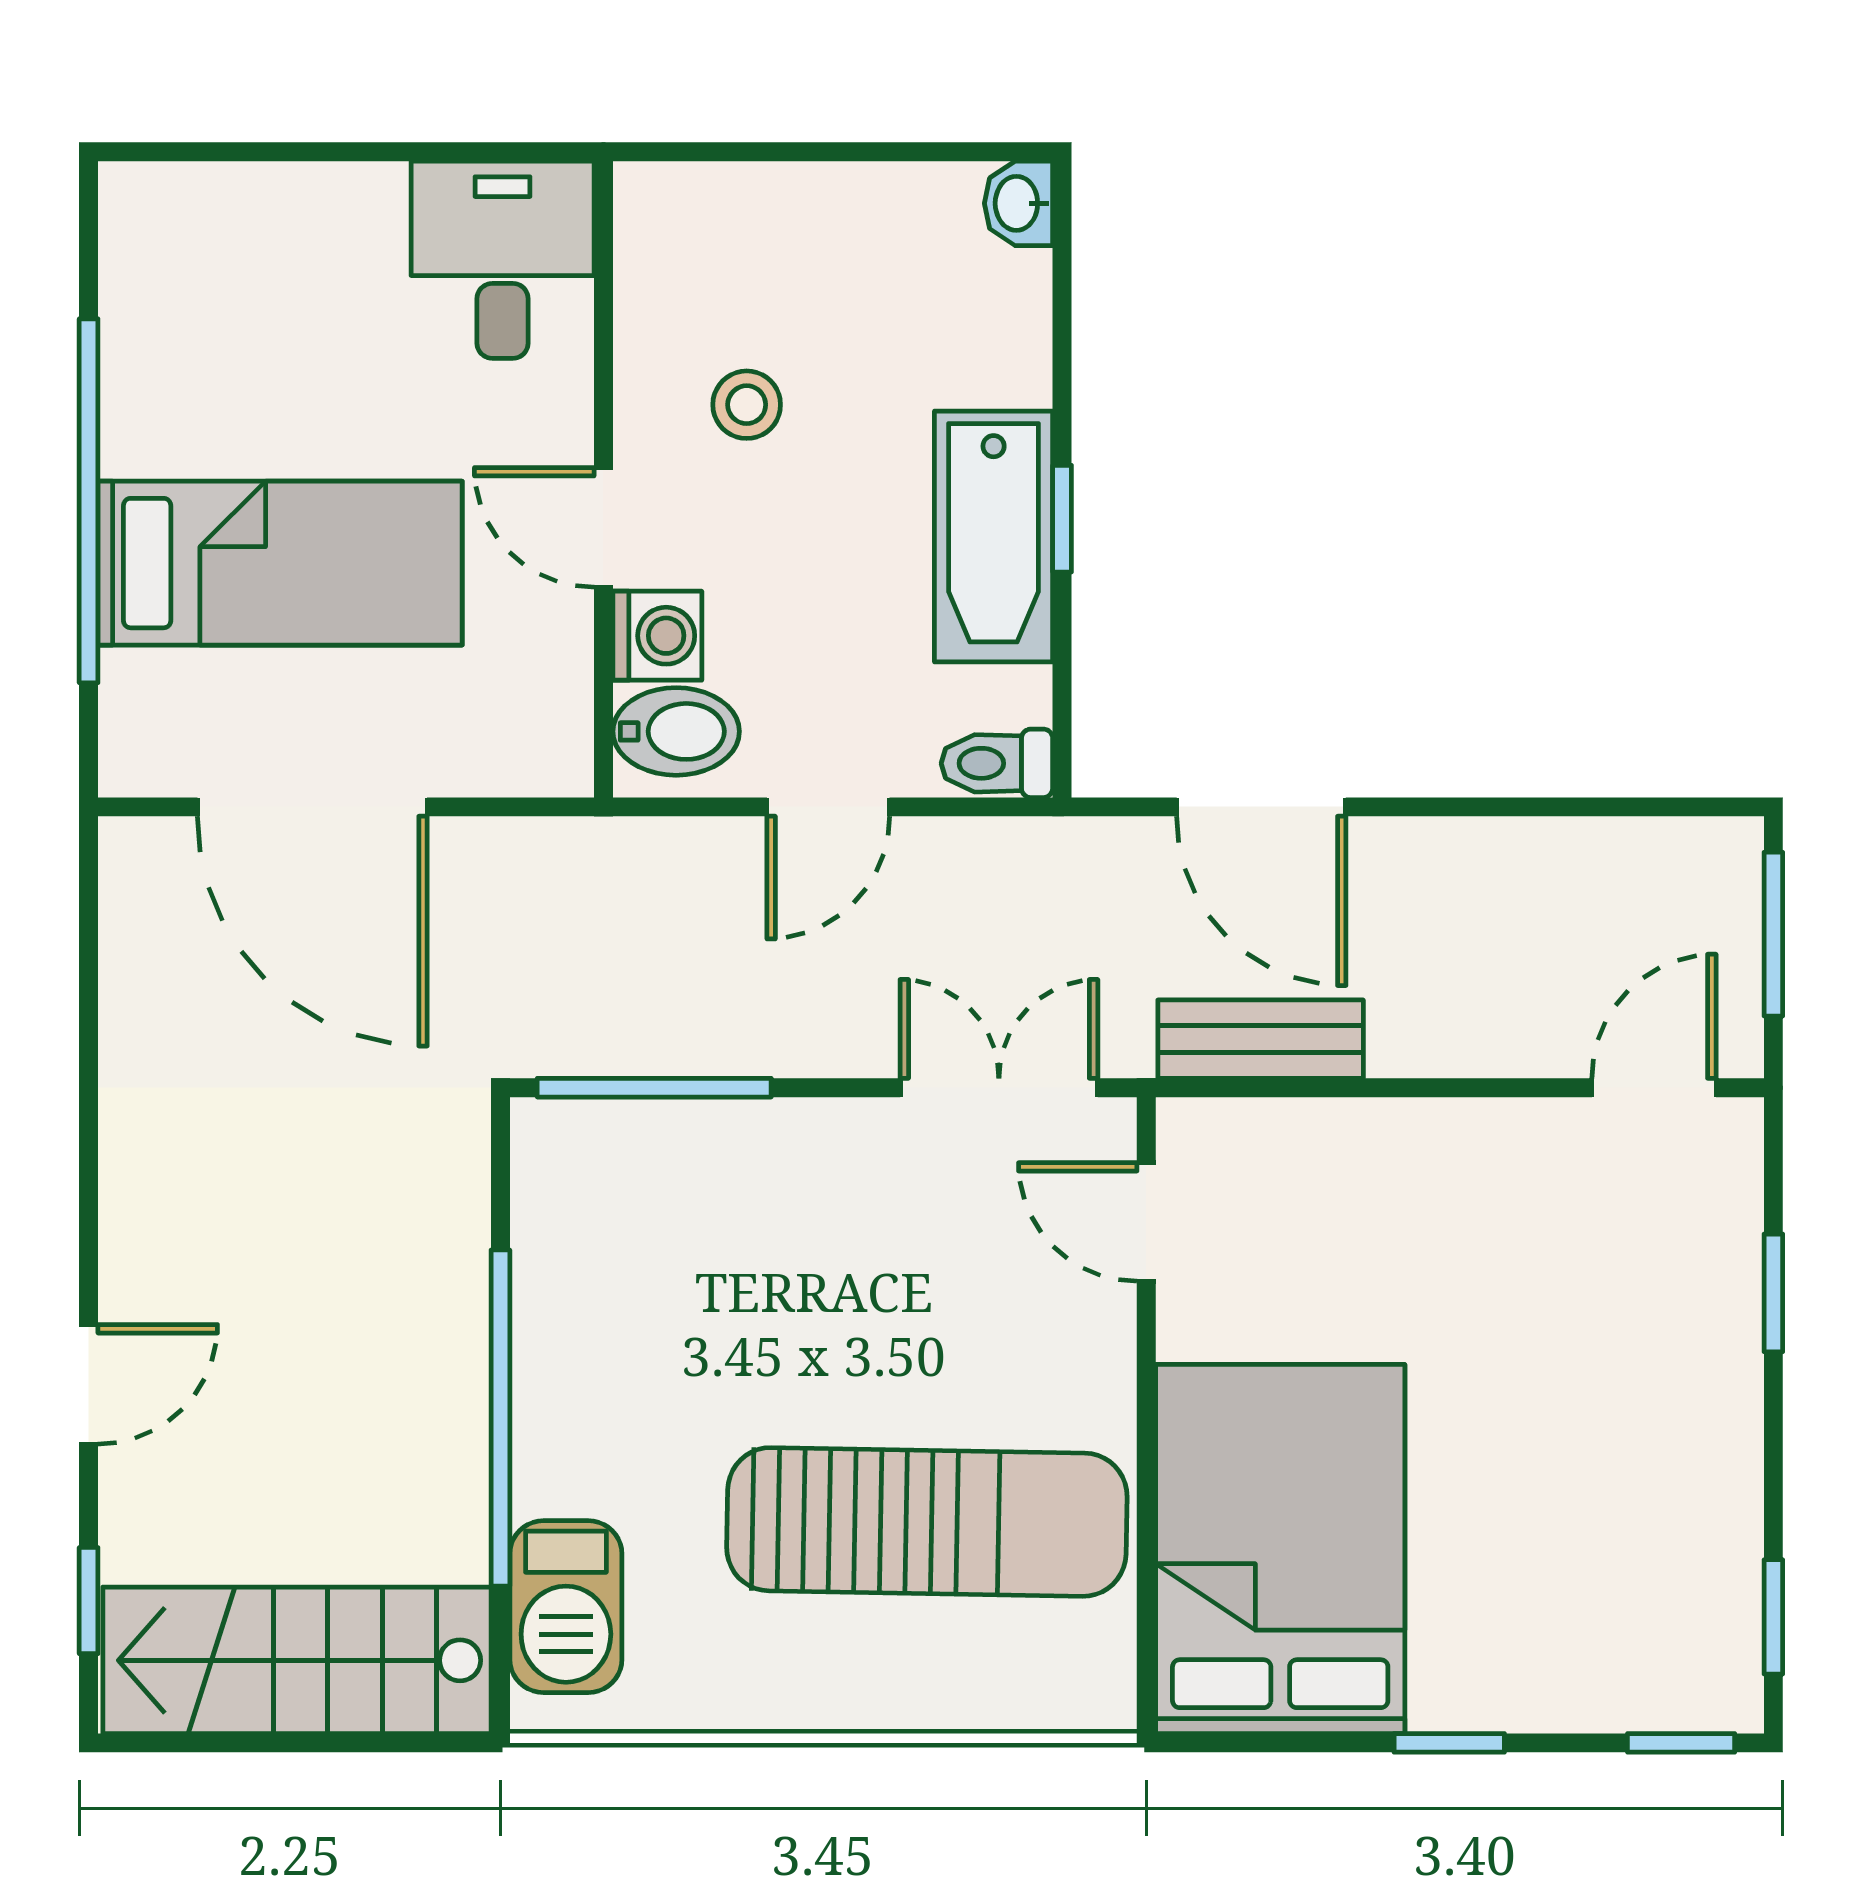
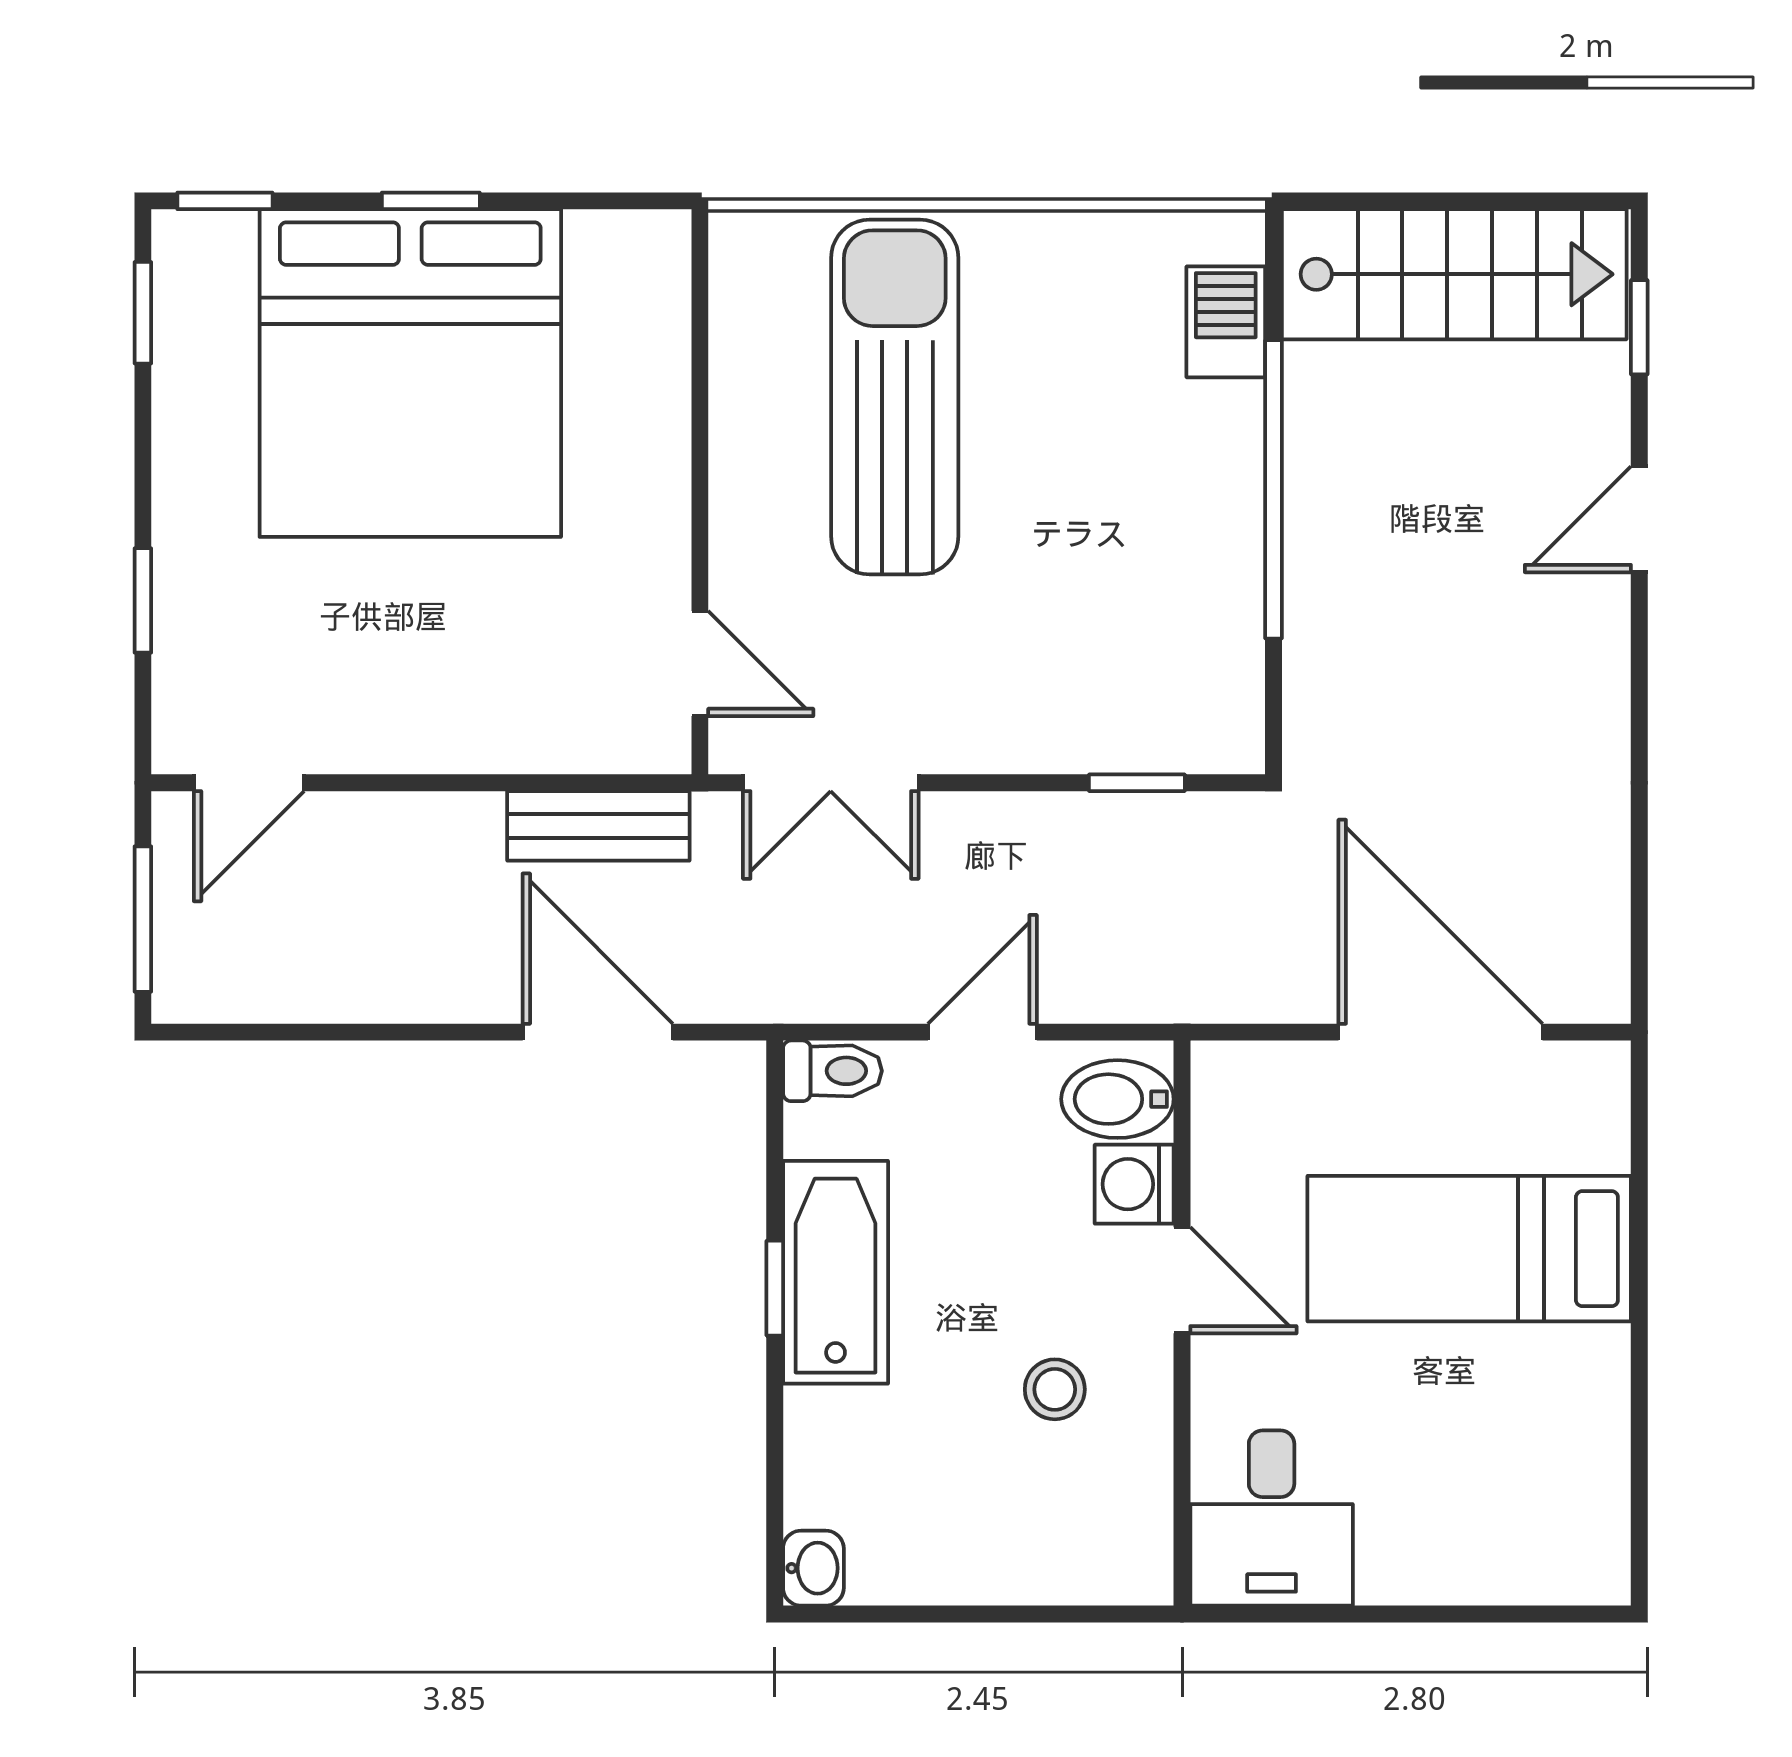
window: (89, 501) -> (1639, 1304), removed
window: (654, 1088) -> (1137, 783), width x0.46
sun lounger: (927, 1522) -> (895, 397), turned 89
bed: (1280, 1549) -> (410, 373), moved, width x1.36
barbecue: (566, 1607) -> (1226, 322), width x0.73, depth x0.79

